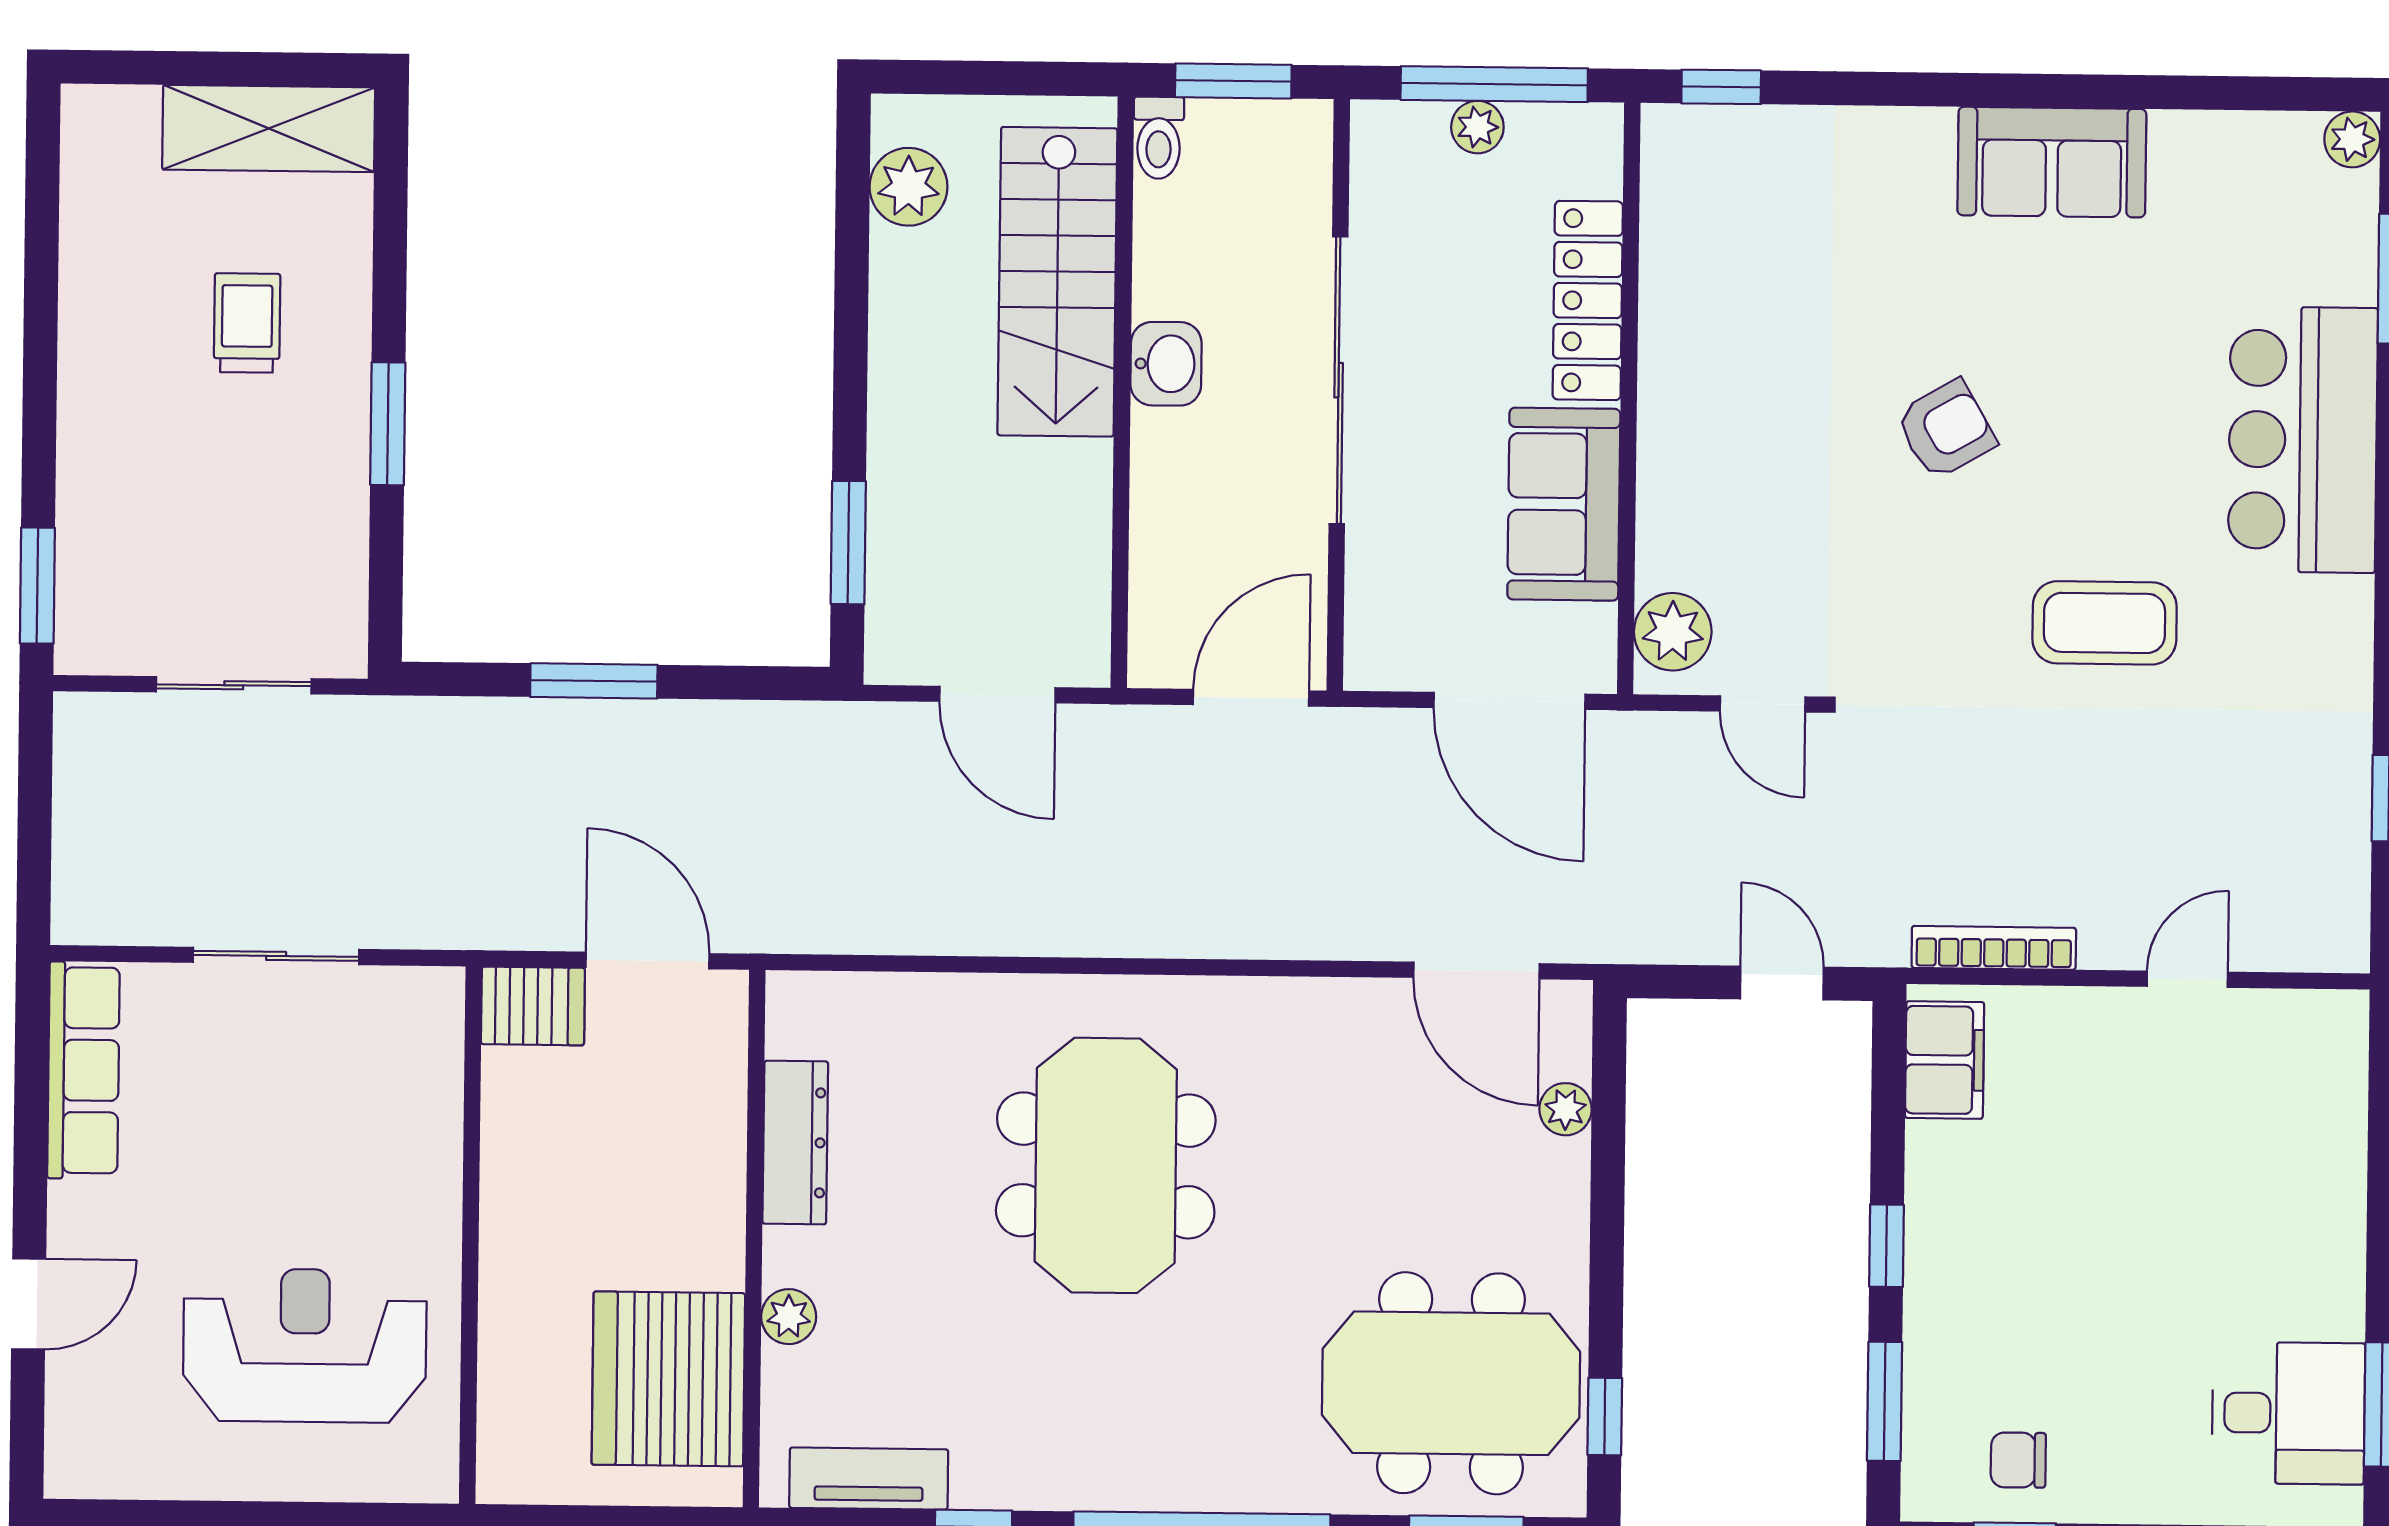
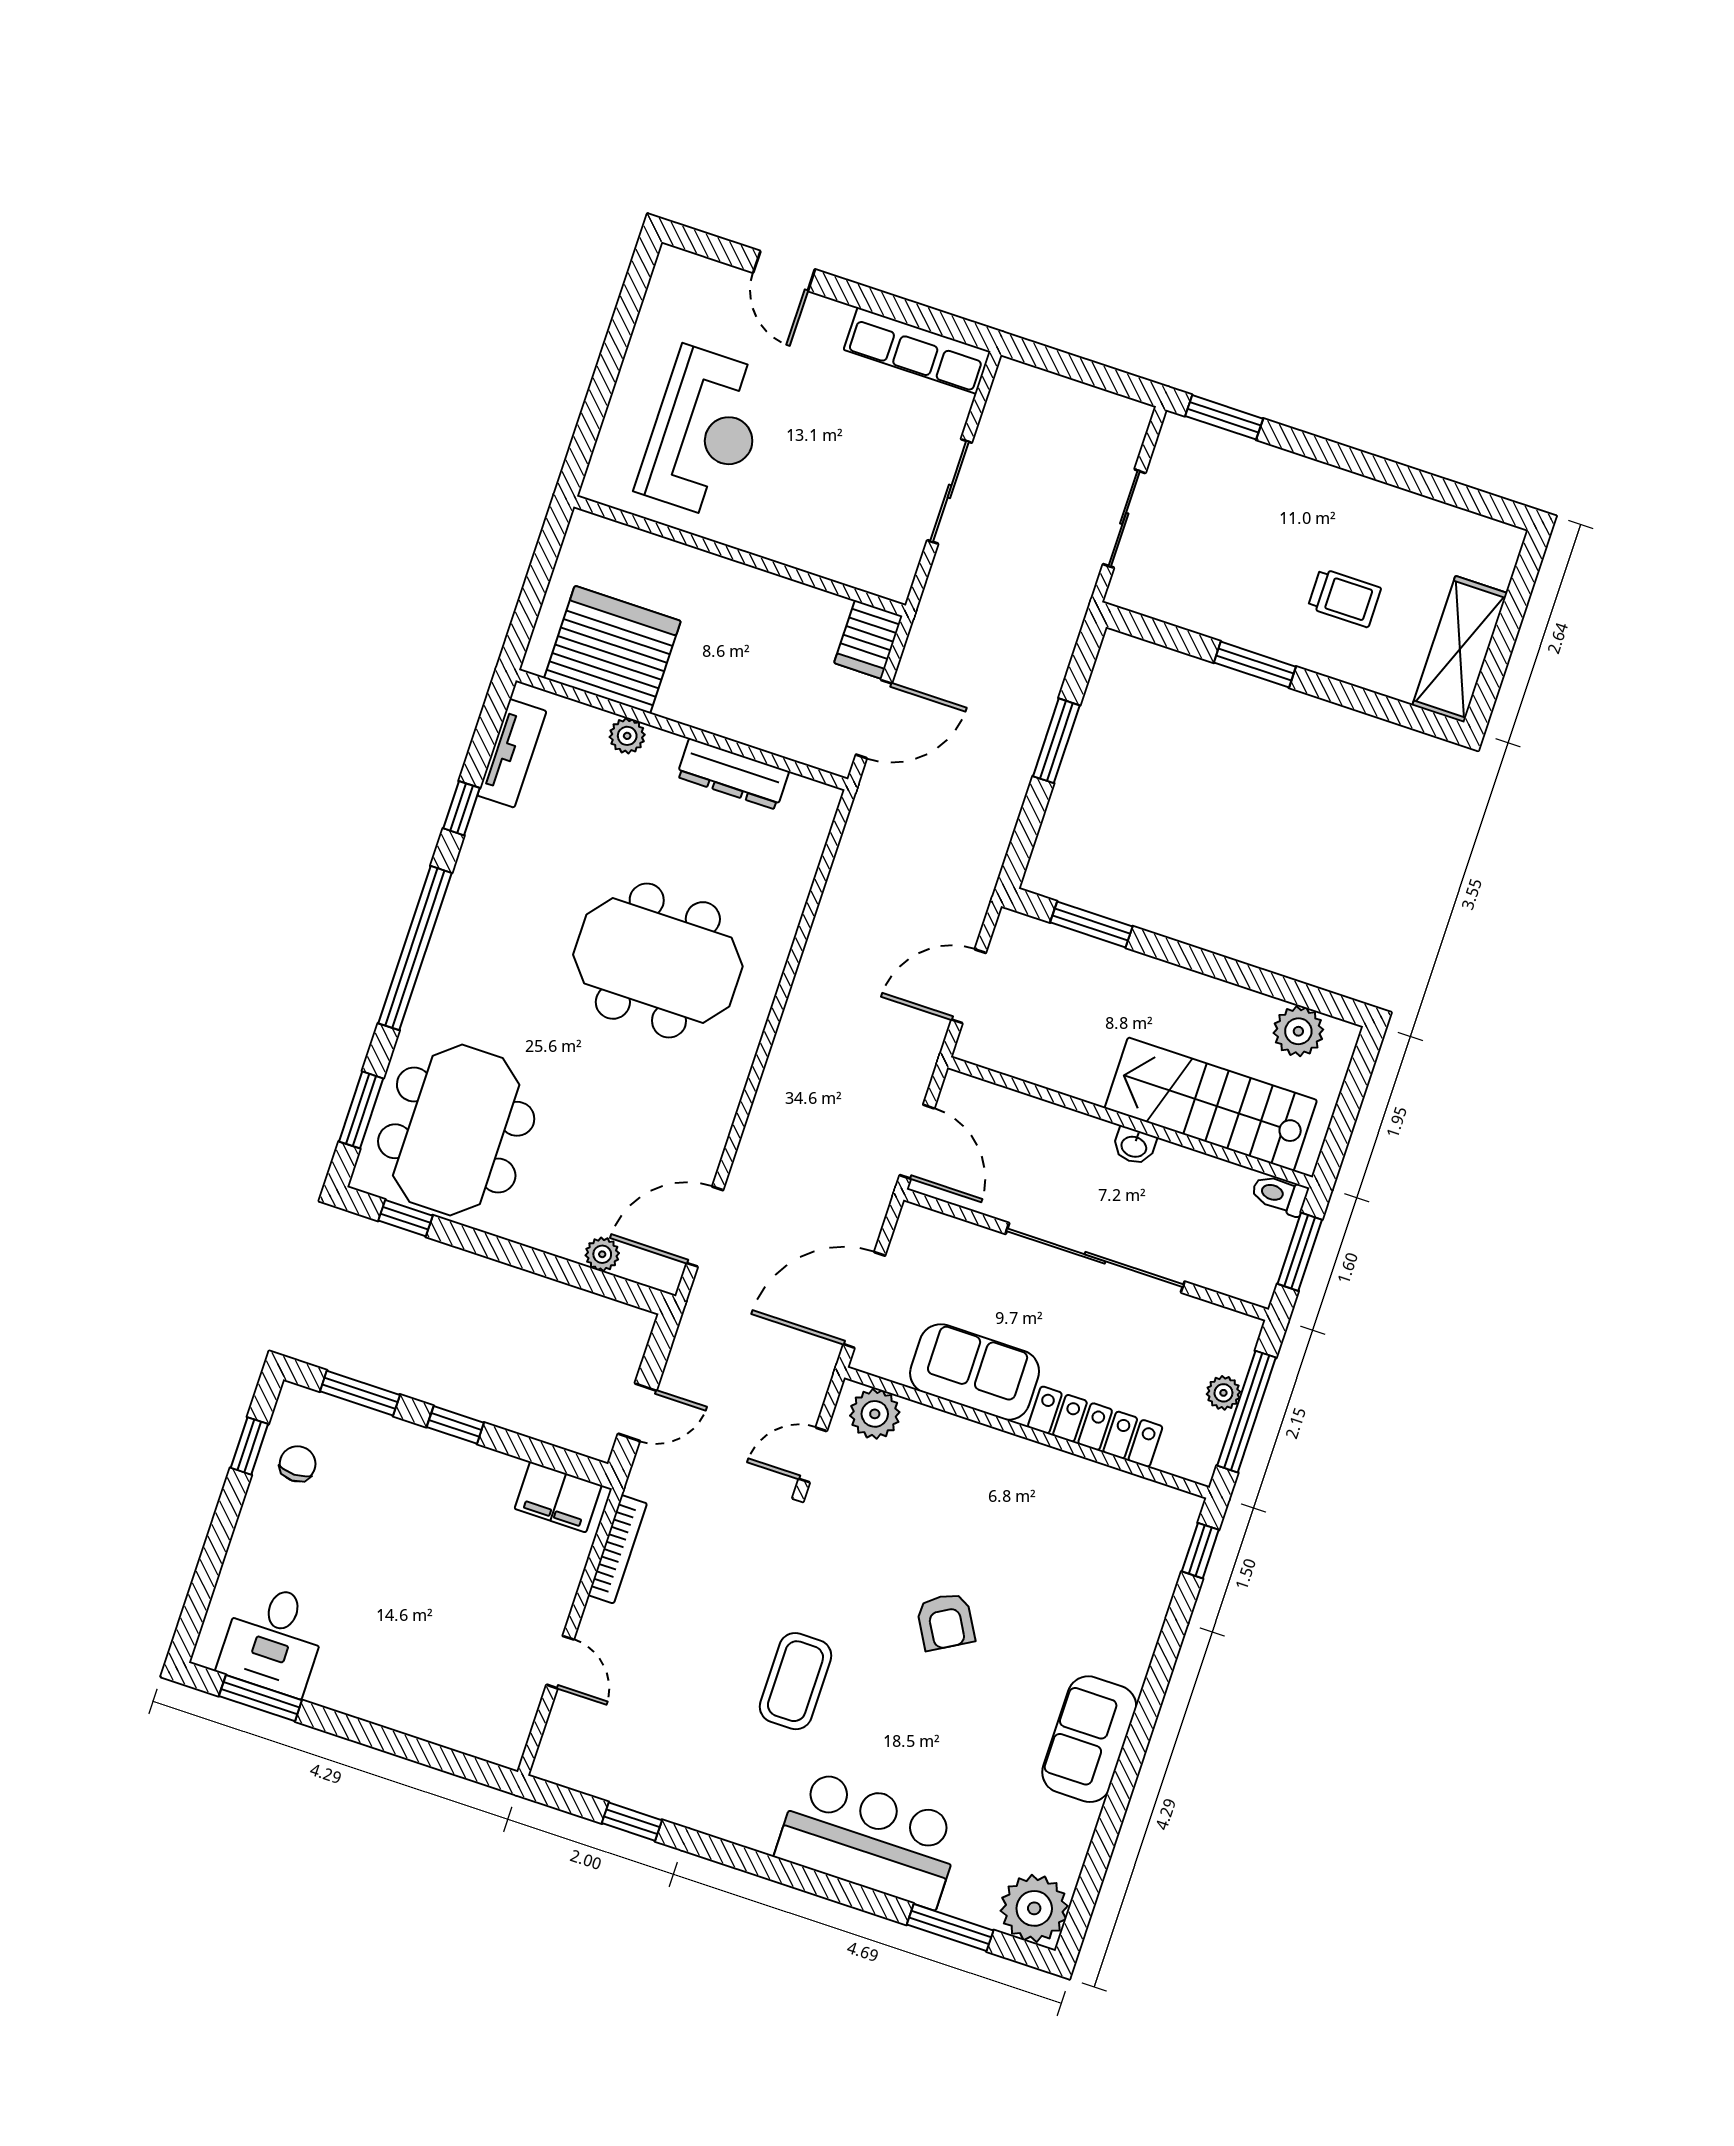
plant: (2352, 139) -> (1034, 1908), width x1.88, depth x1.88
washbasin: (1166, 364) -> (1134, 1146), width x0.72, depth x0.69

